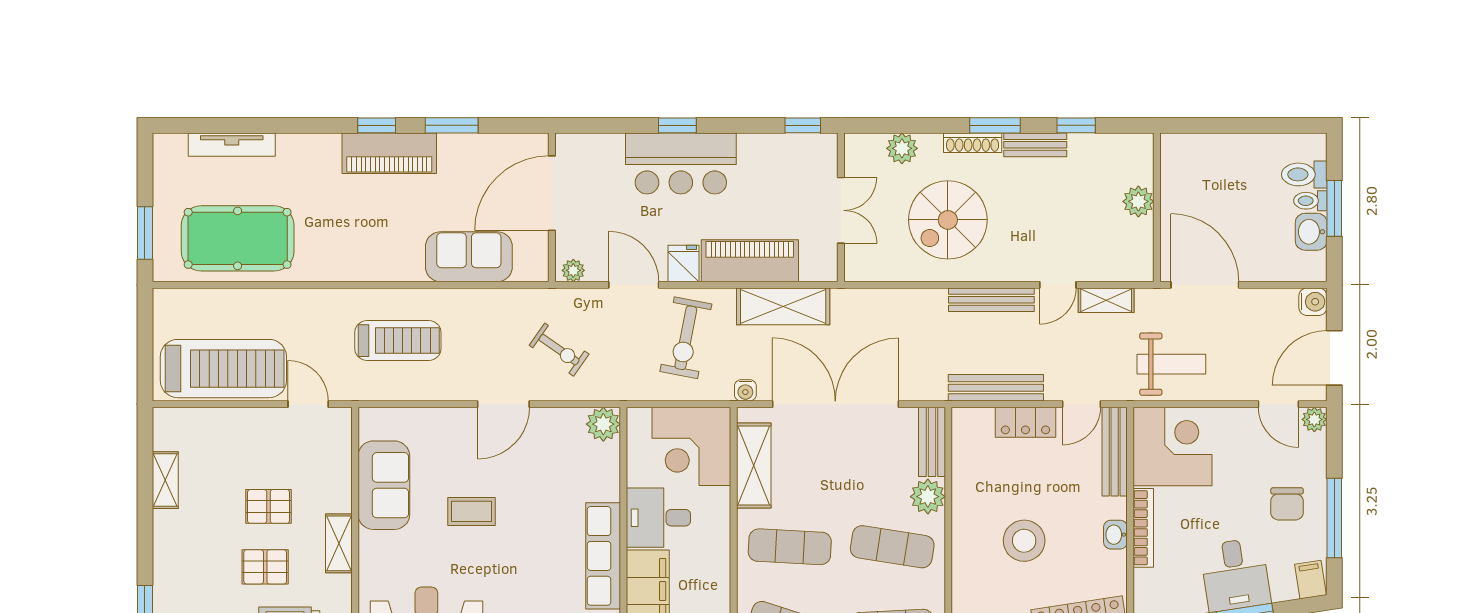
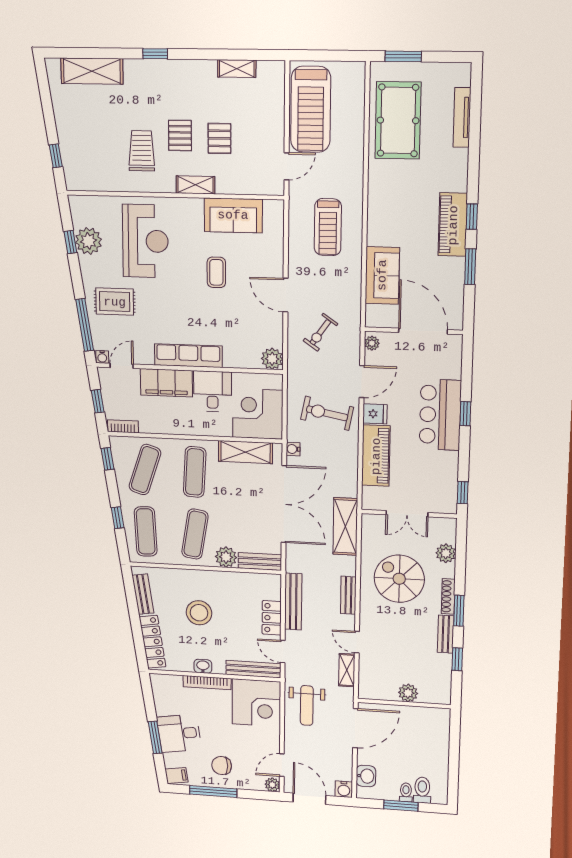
washbasin: (1311, 232) -> (366, 776), moved, turned 90
bench: (991, 300) -> (348, 595), width x0.73
shelving: (783, 306) -> (345, 526), moved

